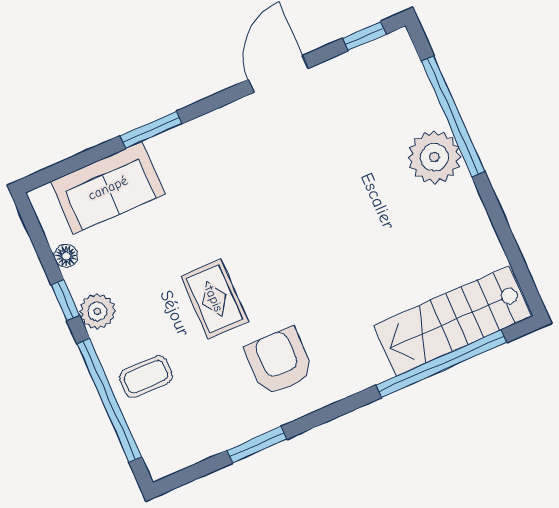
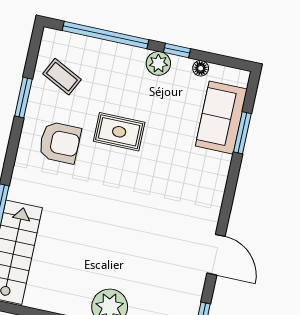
window: (151, 130) -> (242, 133), moved
coffee table: (146, 377) -> (62, 77), moved, turned -63

